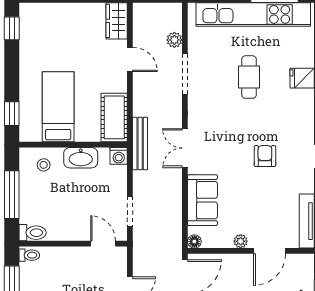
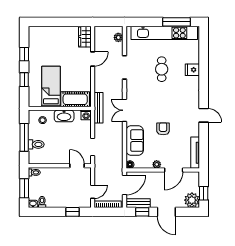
window: (12, 28) -> (24, 54), moved
plant: (174, 40) -> (118, 37), moved
door: (130, 59) -> (93, 59), hinge flipped
window: (12, 114) -> (24, 80), moved
cot: (114, 117) -> (75, 99), moved, turned 90
armchair: (265, 156) -> (163, 129), moved
toilet: (33, 233) -> (36, 144), moved

